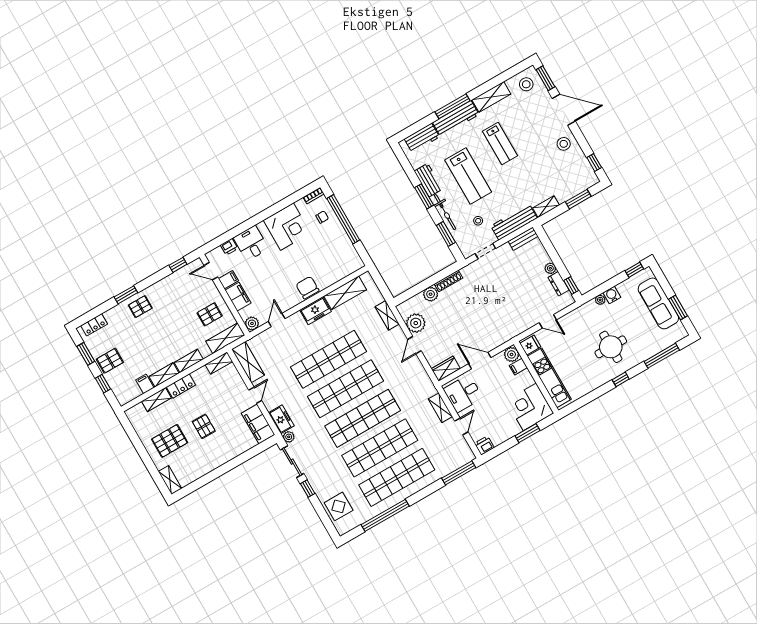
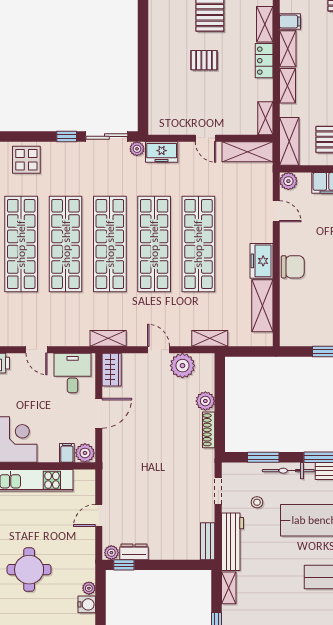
plant: (550, 268) -> (111, 553), moved
fridge: (530, 345) -> (83, 480), removed
shelving: (440, 408) -> (108, 338), moved
filing cabinet: (258, 424) -> (171, 123), removed

